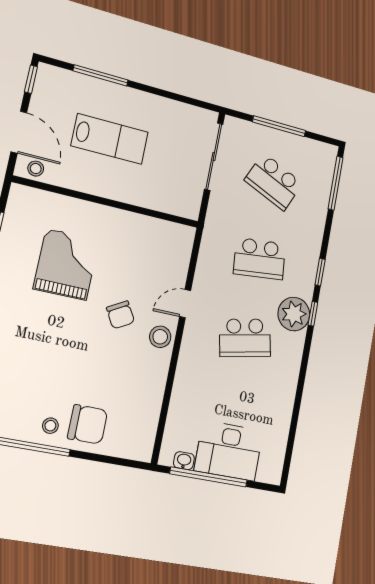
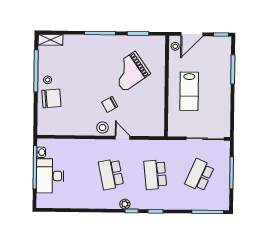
lab bench: (110, 139) -> (189, 91), moved
grand piano: (66, 264) -> (130, 72), turned 145
plant: (294, 314) -> (125, 204), width x0.53, depth x0.53
chair: (88, 424) -> (51, 98), turned -95

